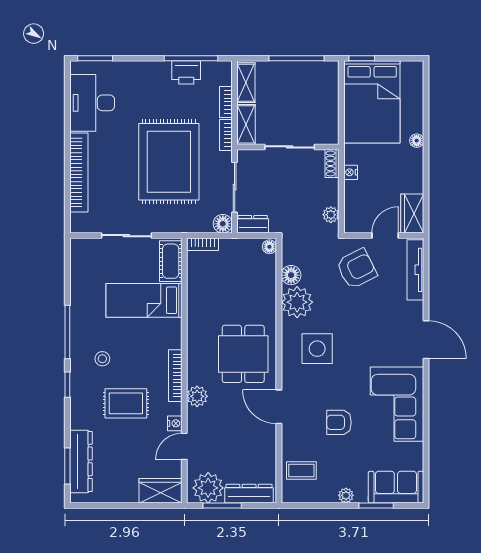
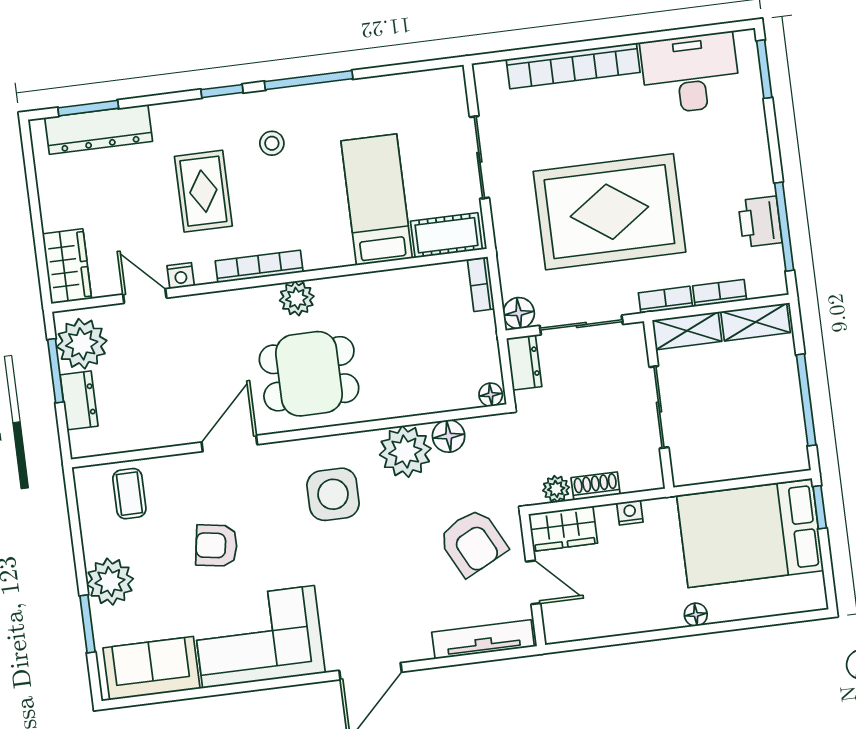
shoe rack: (332, 163) -> (596, 486), moved
wardrobe: (412, 214) -> (563, 529), moved, turned 180
plant: (197, 396) -> (297, 298), moved
armchair: (339, 422) -> (216, 546), turned -81
sofa: (396, 487) -> (151, 668), moved, turned -90
dresser: (249, 494) -> (79, 400), width x0.70
plant: (346, 495) -> (110, 582), width x1.87, depth x1.87

